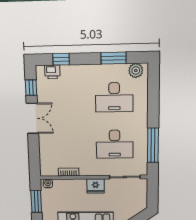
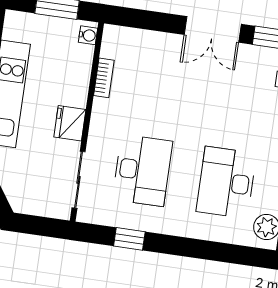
desk: (115, 144) -> (142, 170), turned 180
window: (153, 145) -> (129, 239), width x0.46

